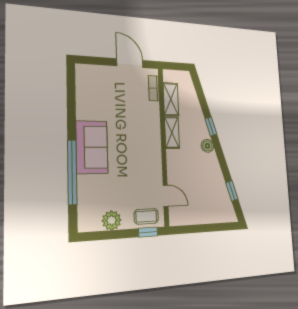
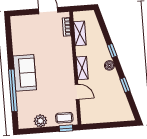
shelving: (172, 133) -> (82, 68), moved
window: (232, 191) -> (125, 85), moved
door: (166, 196) -> (77, 92), moved

